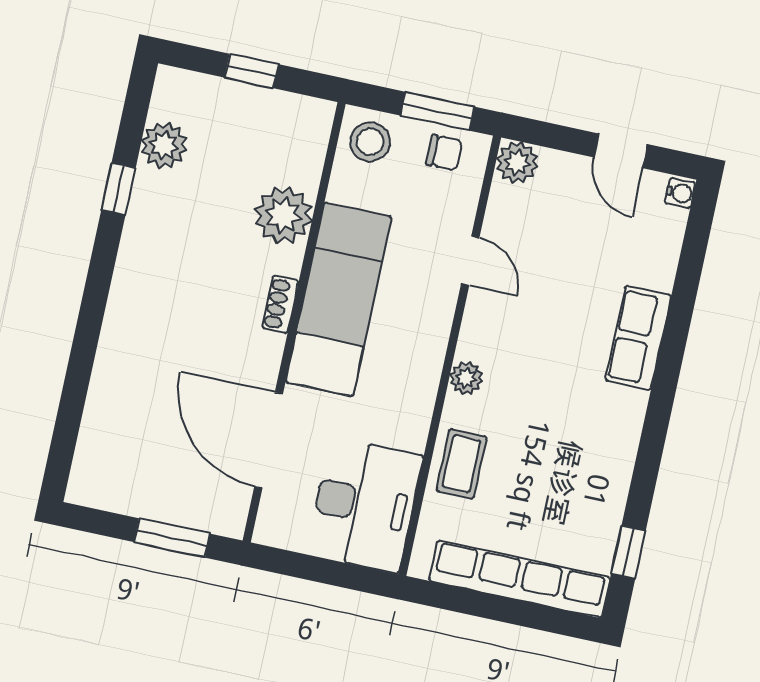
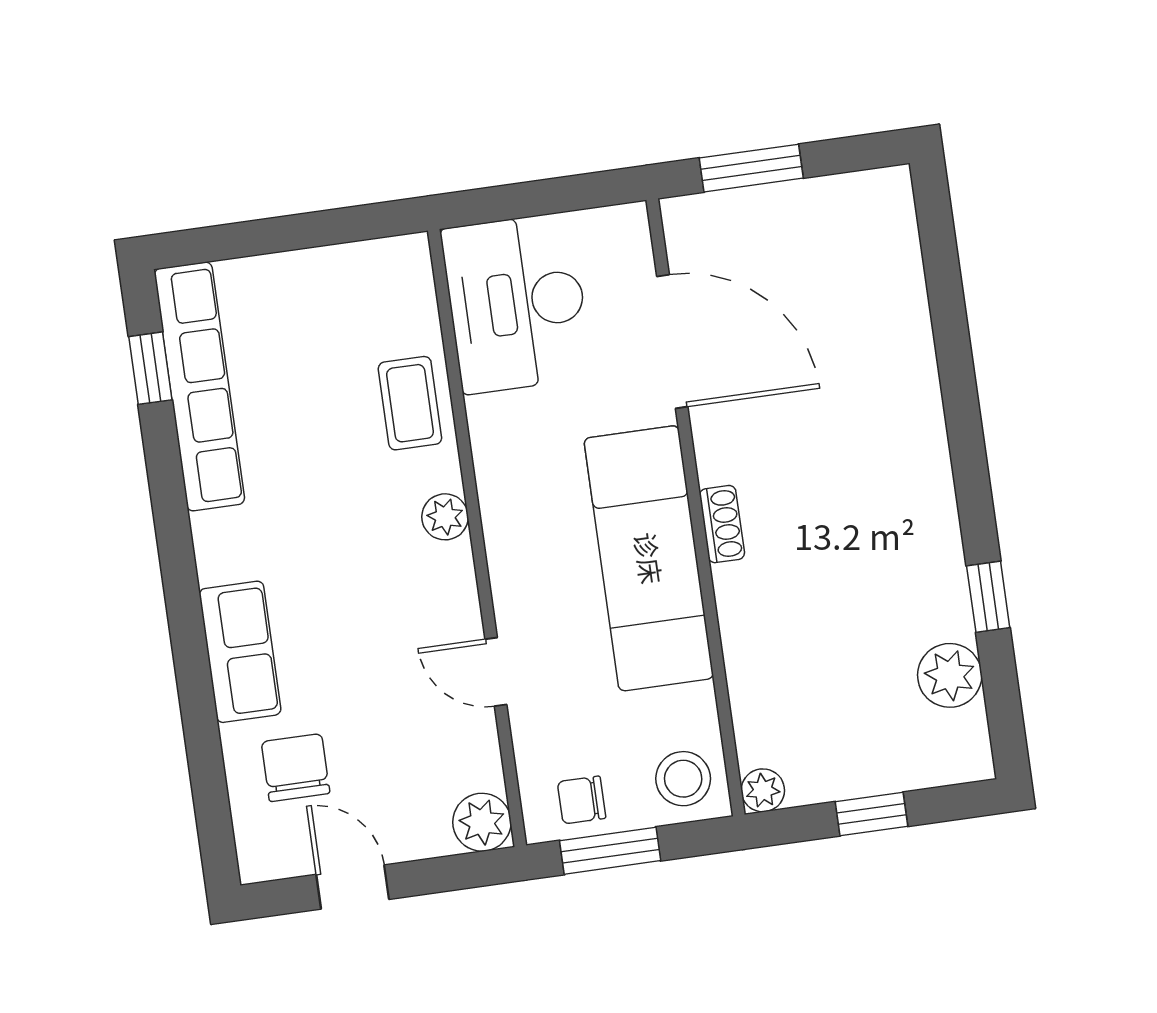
water cooler: (680, 193) -> (255, 860), removed
plant: (283, 215) -> (763, 790), moved, width x0.53, depth x0.53
chair: (630, 246) -> (296, 768), added
row of seats: (520, 579) -> (199, 386), moved, turned -90

